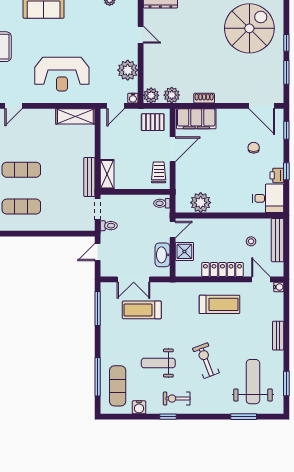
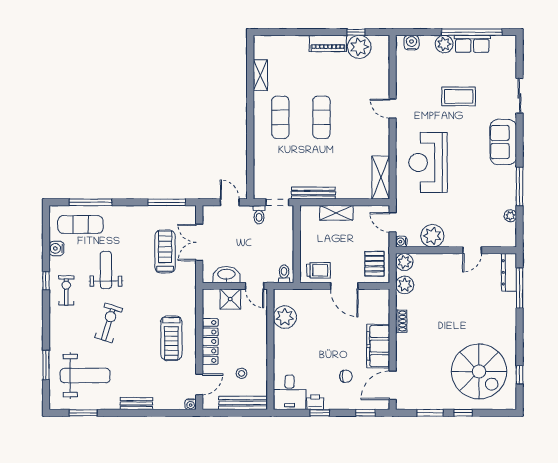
filing cabinet: (196, 119) -> (378, 346), moved
shelving: (107, 174) -> (336, 213), moved
exercise bike: (206, 361) -> (109, 323), turned -52

